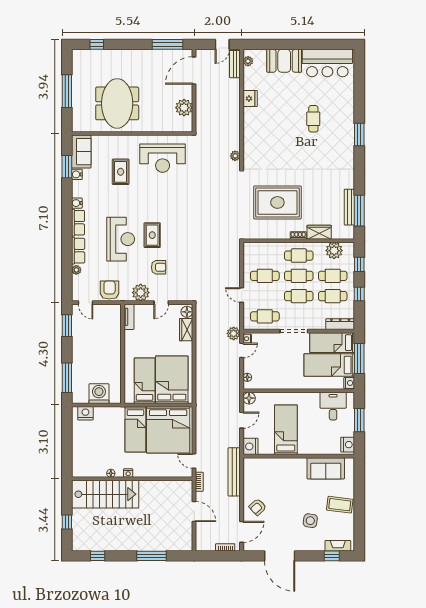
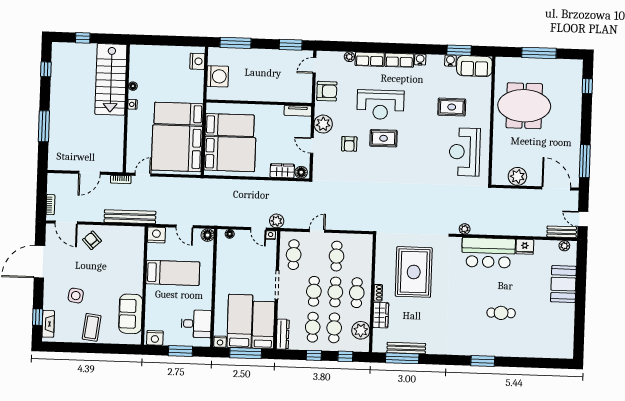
bar counter: (327, 63) -> (488, 253), moved, turned -90

